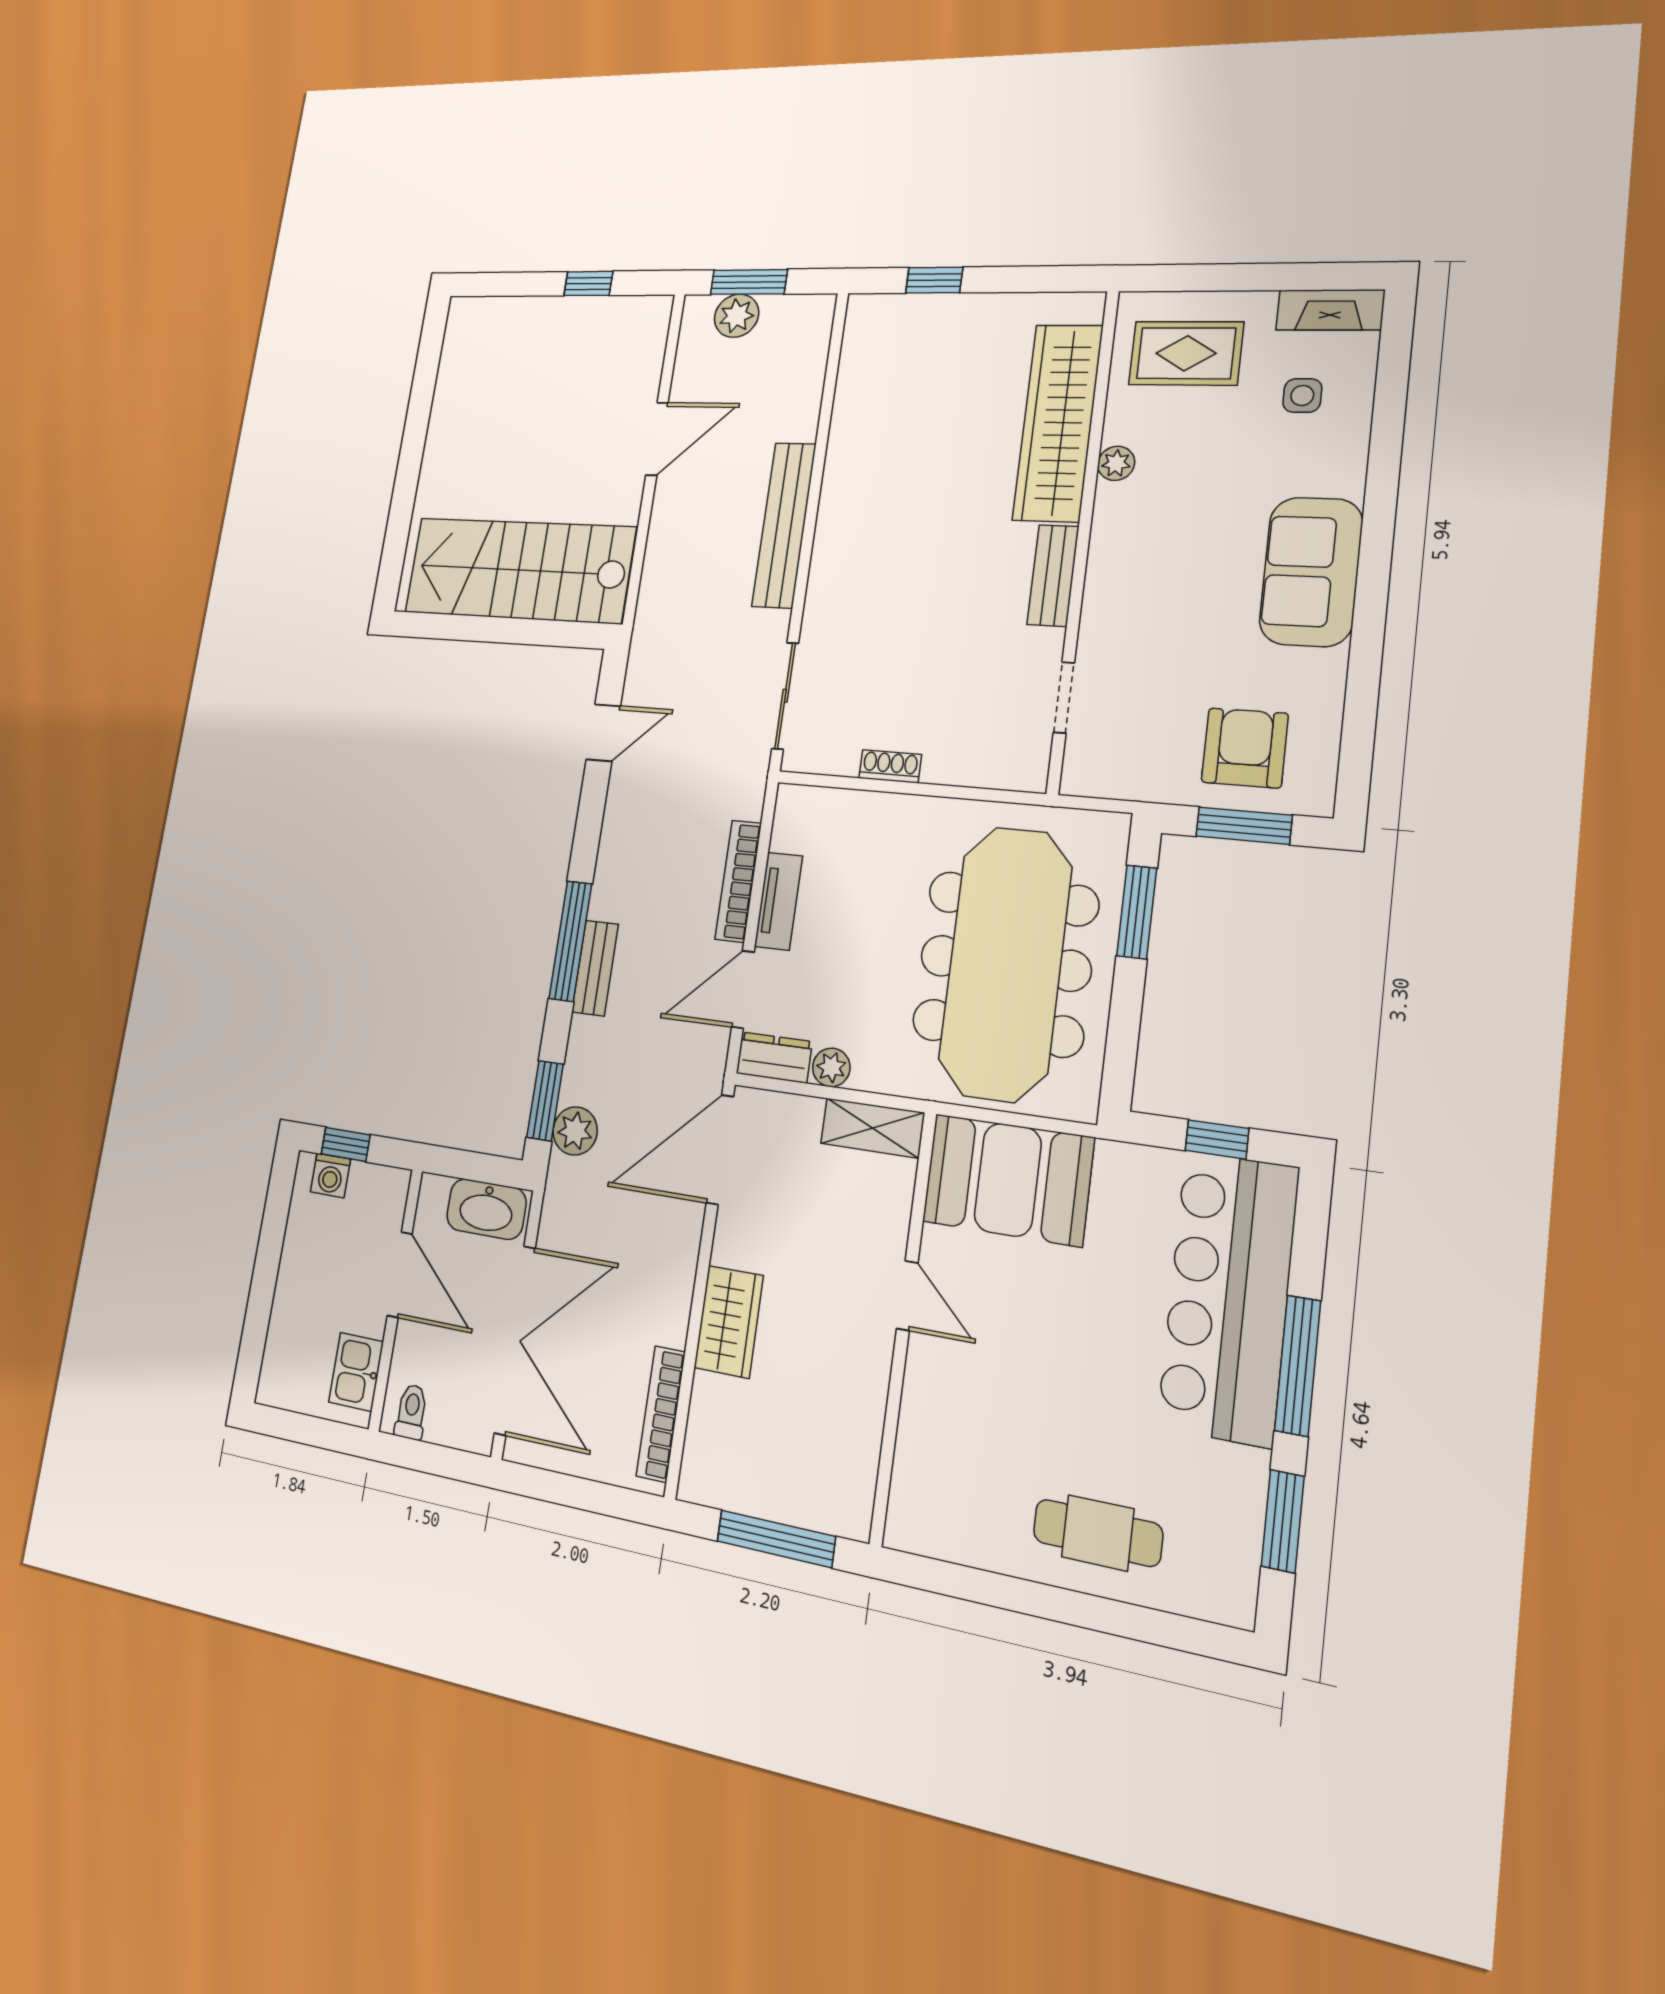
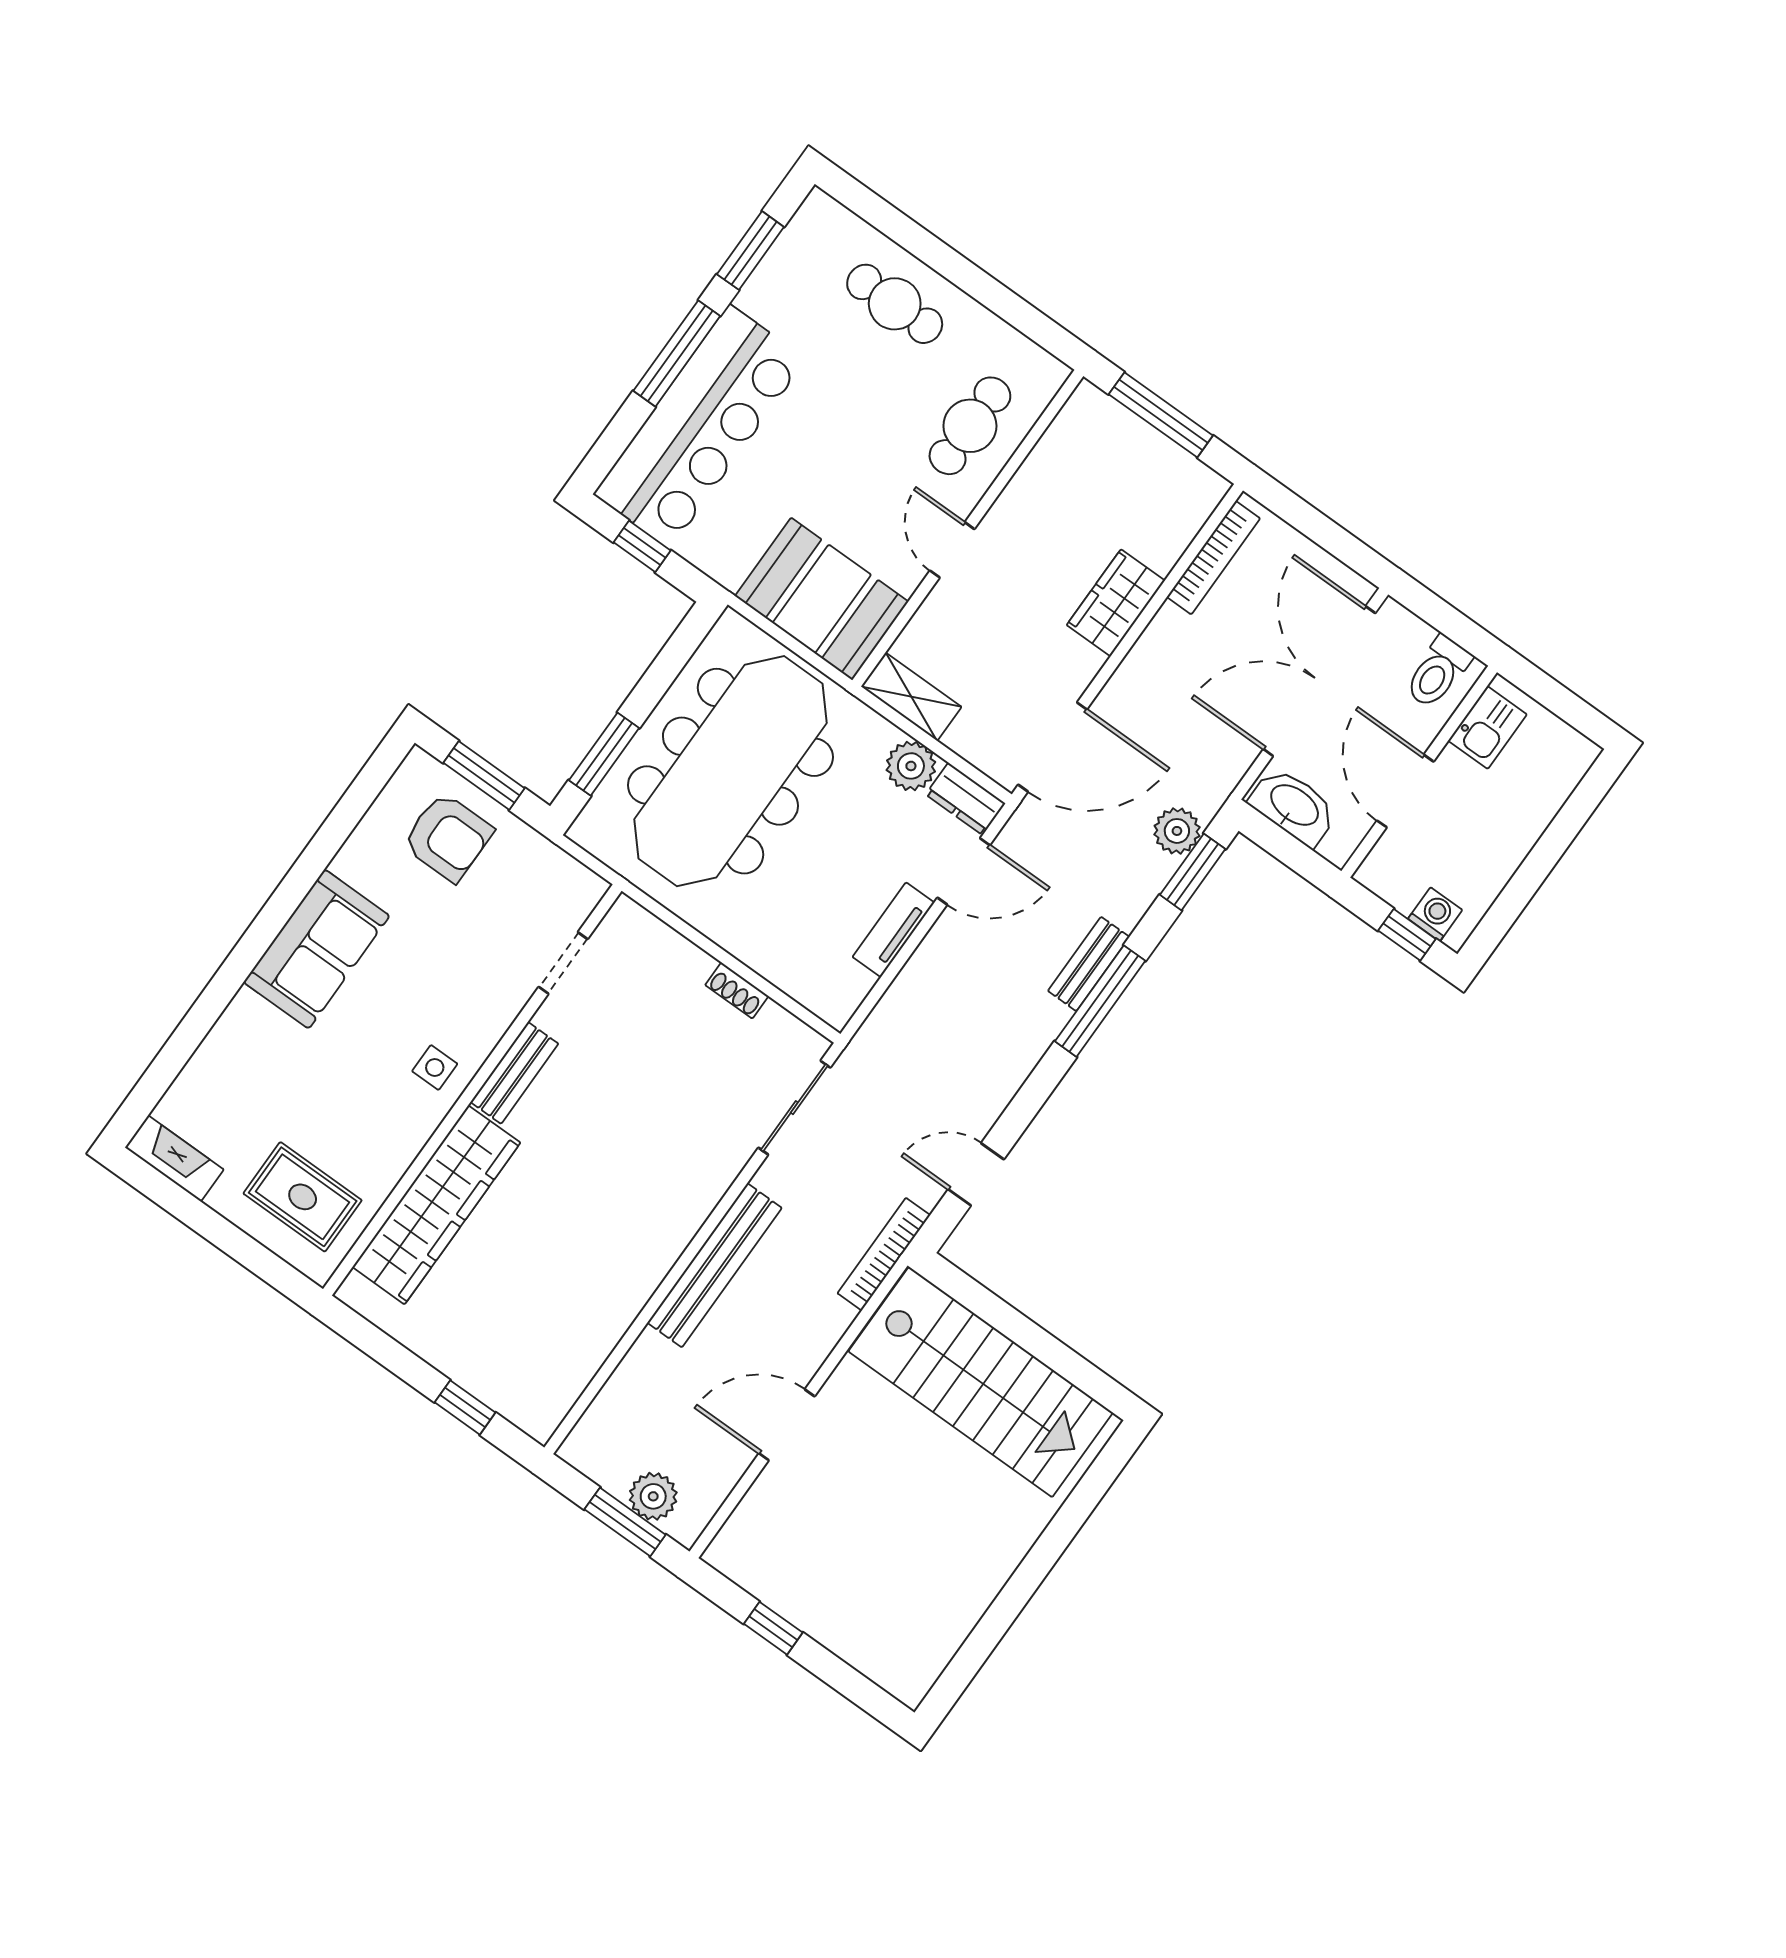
side table: (1302, 395) -> (435, 1067), moved
plant: (1116, 463) -> (411, 1138), removed
armchair: (1245, 748) -> (448, 837), turned -90
bookcase: (738, 881) -> (884, 1254), moved, turned 180
plant: (831, 1067) -> (911, 766), width x1.38, depth x1.38
toilet: (411, 1412) -> (1438, 672), width x1.37, depth x1.39
cafe table: (954, 1435) -> (970, 426), added

